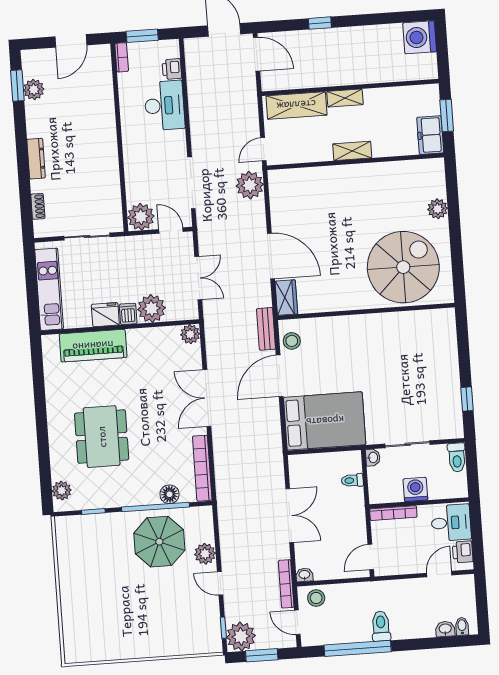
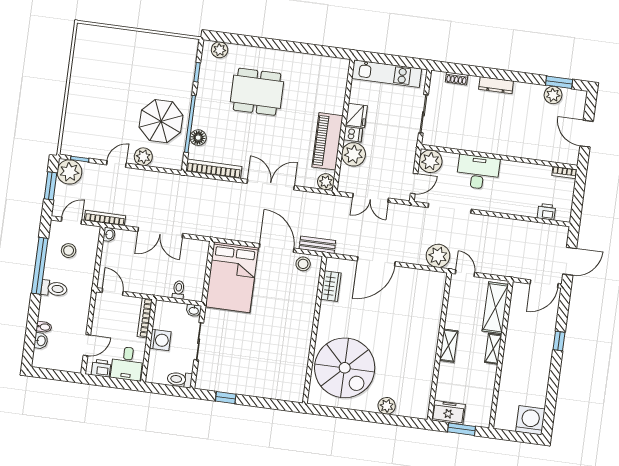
window: (142, 36) -> (579, 193), removed
desk: (164, 105) -> (478, 172), moved, turned 180
wardrobe: (286, 298) -> (331, 286), moved, turned -90
piano: (93, 346) -> (327, 141), moved
door: (439, 574) -> (87, 345), hinge flipped
stool: (316, 598) -> (69, 251), moved
bidet: (462, 626) -> (44, 327), moved

